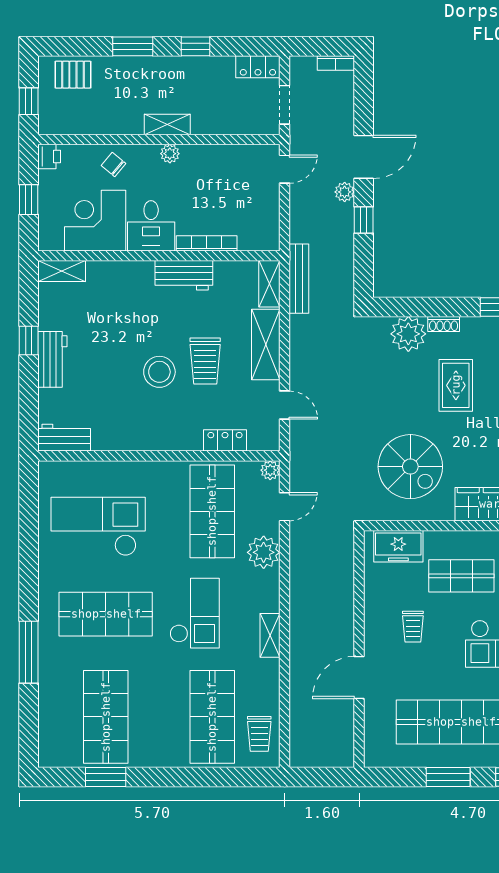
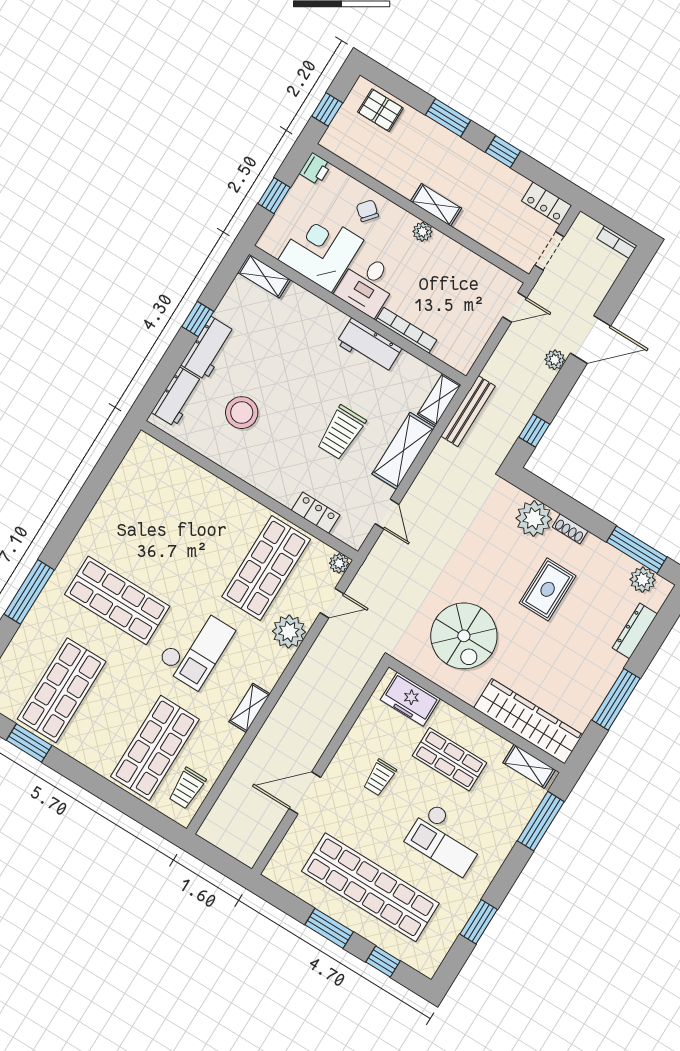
window: (364, 220) -> (534, 431), moved
stool: (159, 372) -> (242, 413), moved
workbench: (64, 438) -> (177, 397), moved, turned 90
checkout: (98, 526) -> (158, 519), removed

